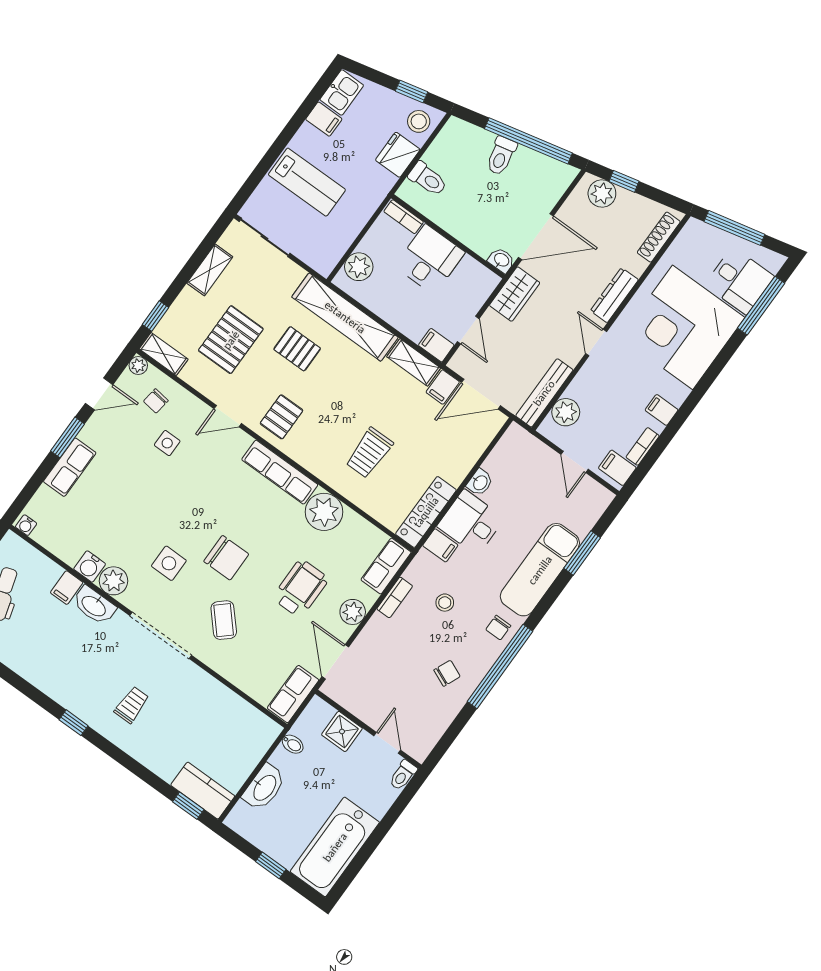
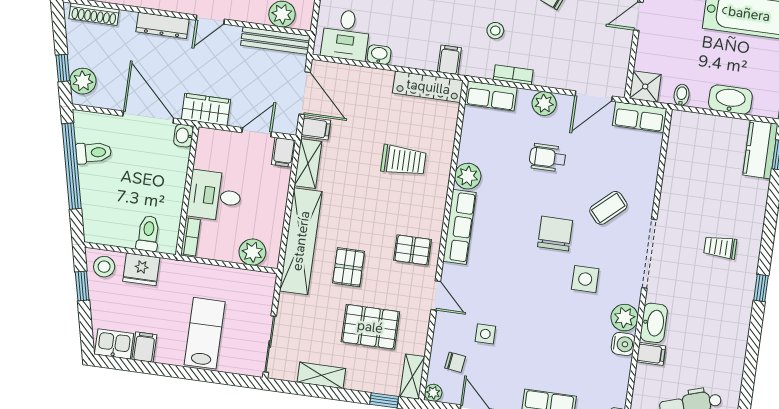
toilet: (501, 156) -> (94, 153), moved
plant: (324, 512) -> (468, 176), width x0.73, depth x0.73
desk: (471, 522) -> (346, 35), moved
wheelchair: (301, 588) -> (548, 158), width x0.73, depth x0.73
shower: (342, 731) -> (645, 86), moved

